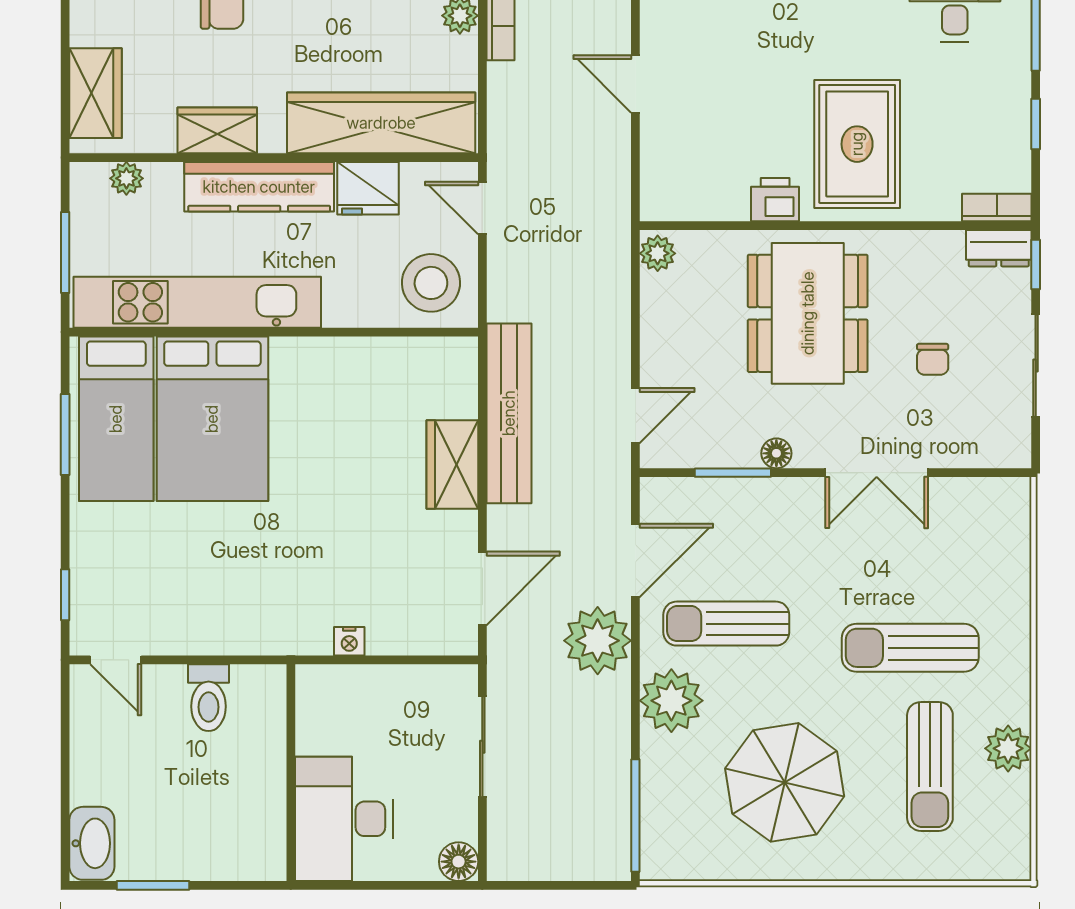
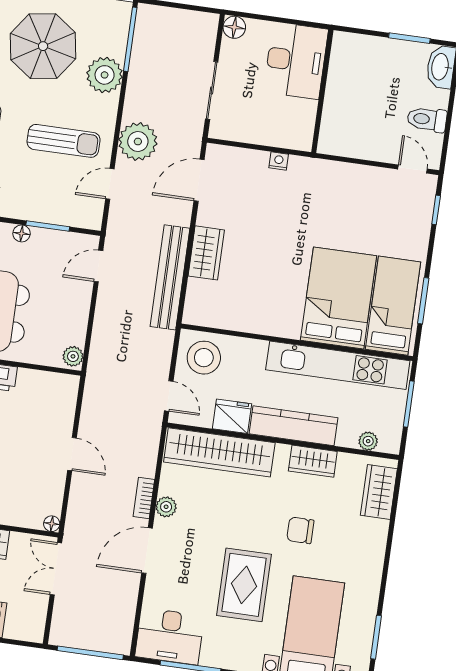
door: (635, 560) -> (110, 184), width x0.73
toilet: (209, 698) -> (427, 119), moved, turned -90
plant: (671, 701) -> (105, 75), moved

